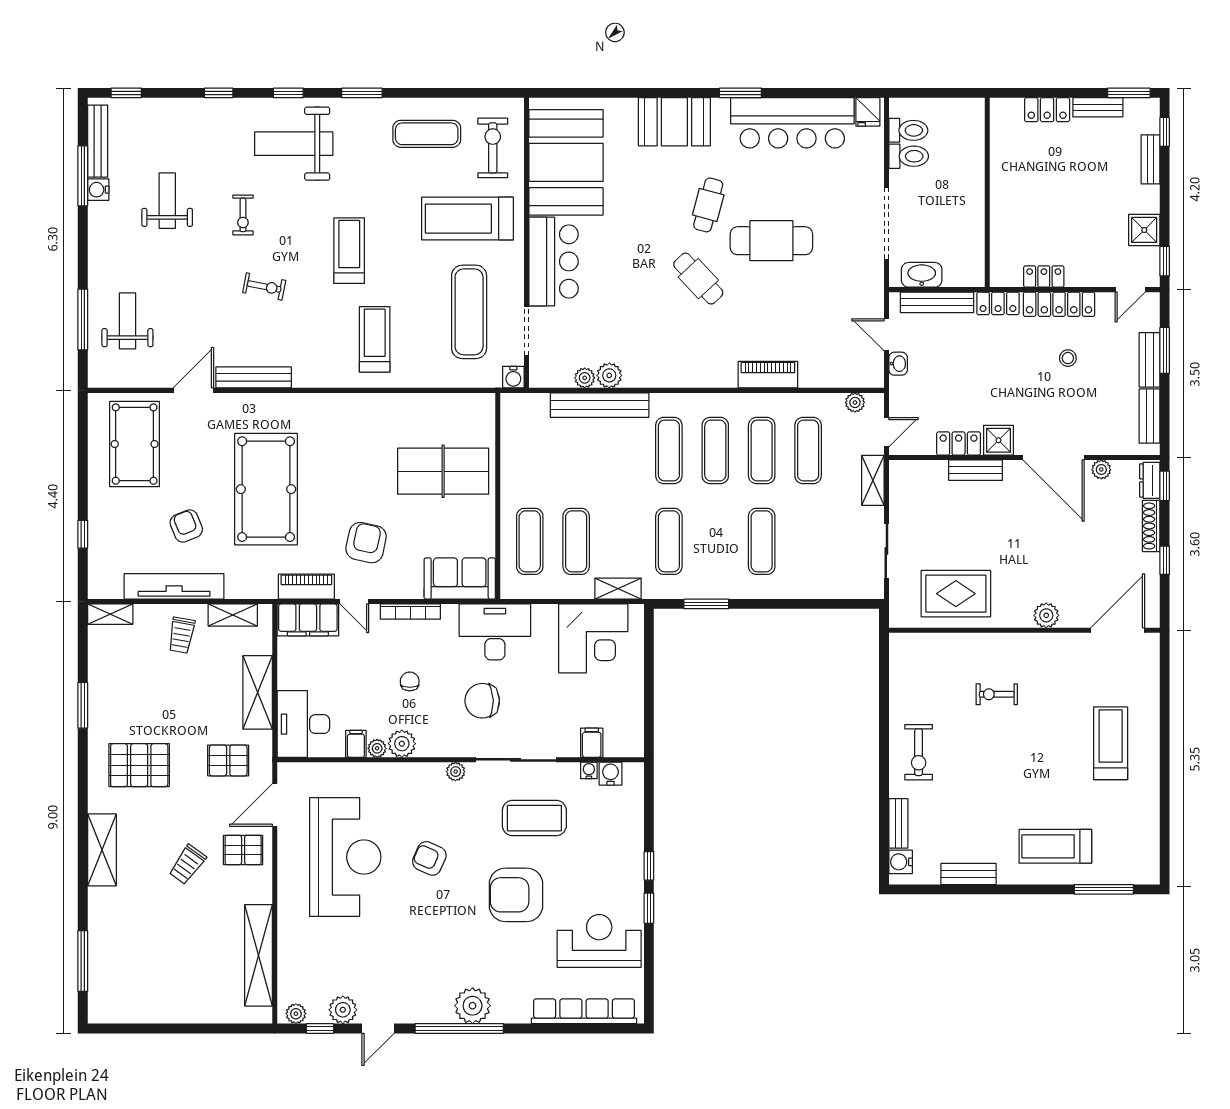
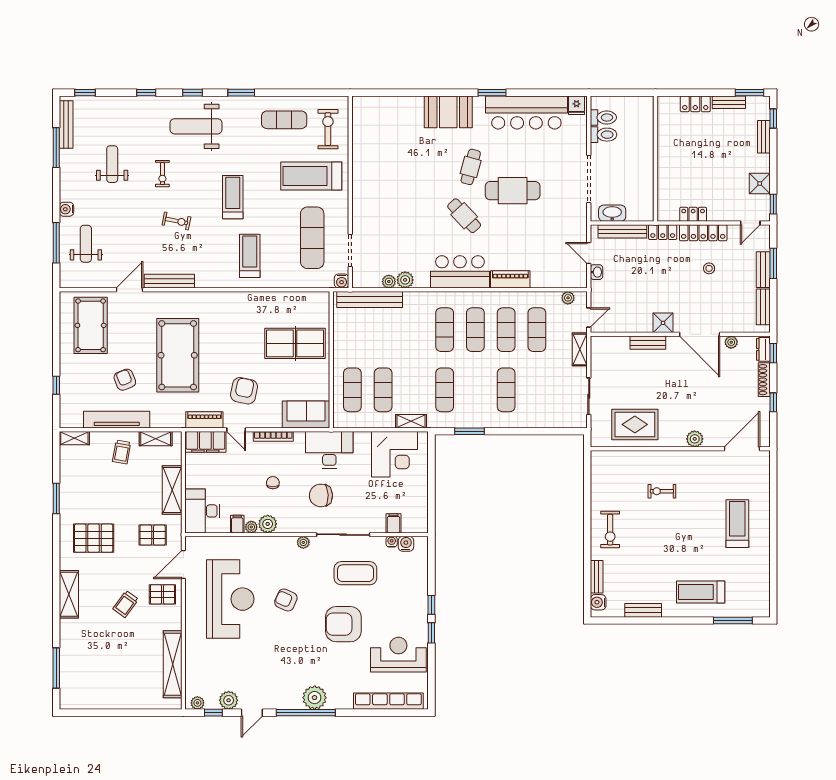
booth: (566, 162) -> (376, 139), removed
water cooler: (98, 190) -> (66, 209), moved
bar counter: (554, 261) -> (460, 272), moved, turned -90
bench: (600, 405) -> (370, 300), moved
locker: (959, 443) -> (637, 325), removed

